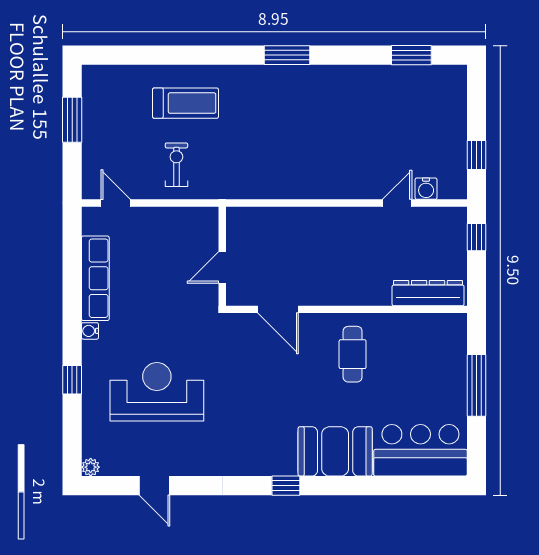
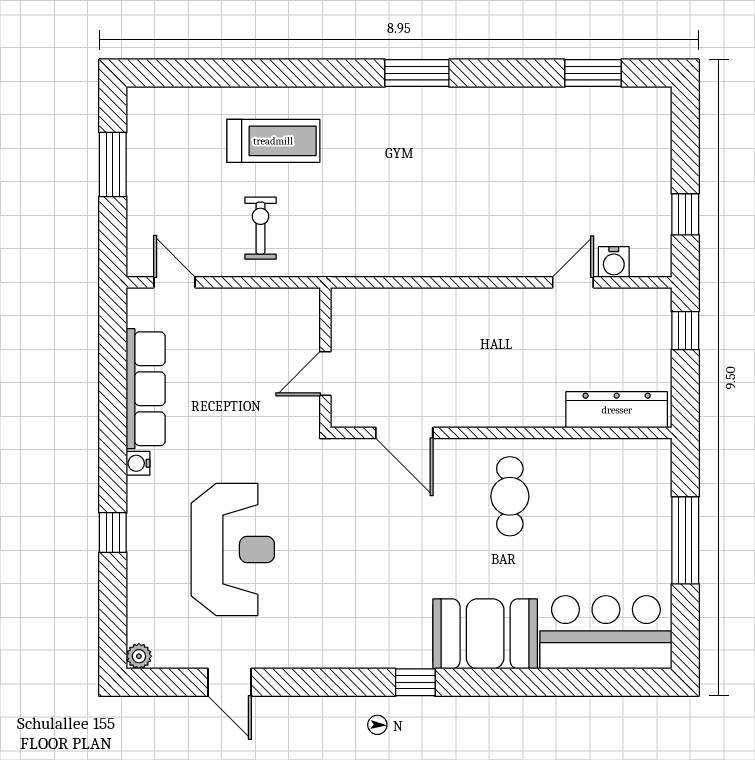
reception desk: (157, 392) -> (233, 549), turned 90

